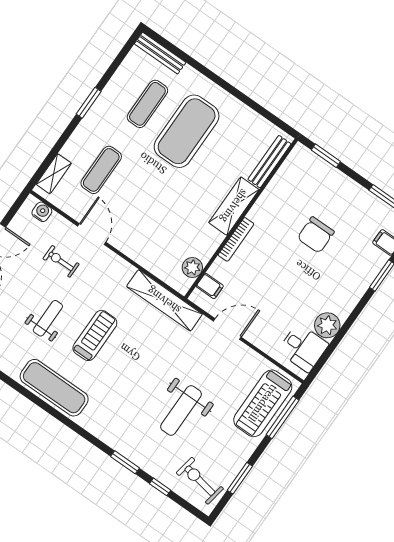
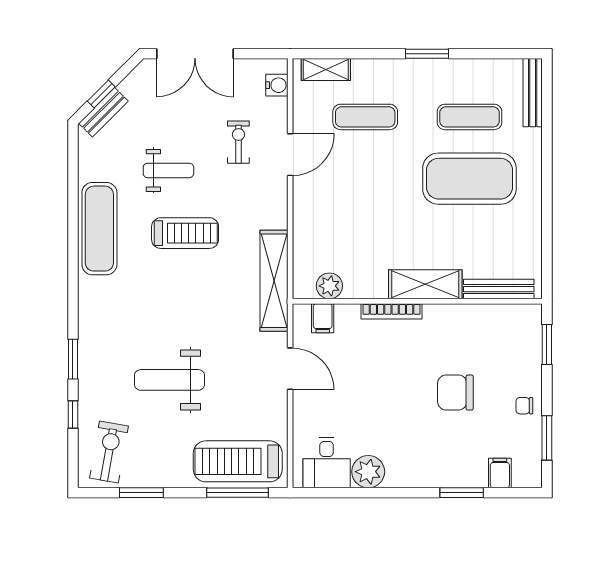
chair: (355, 197) -> (524, 406), added

